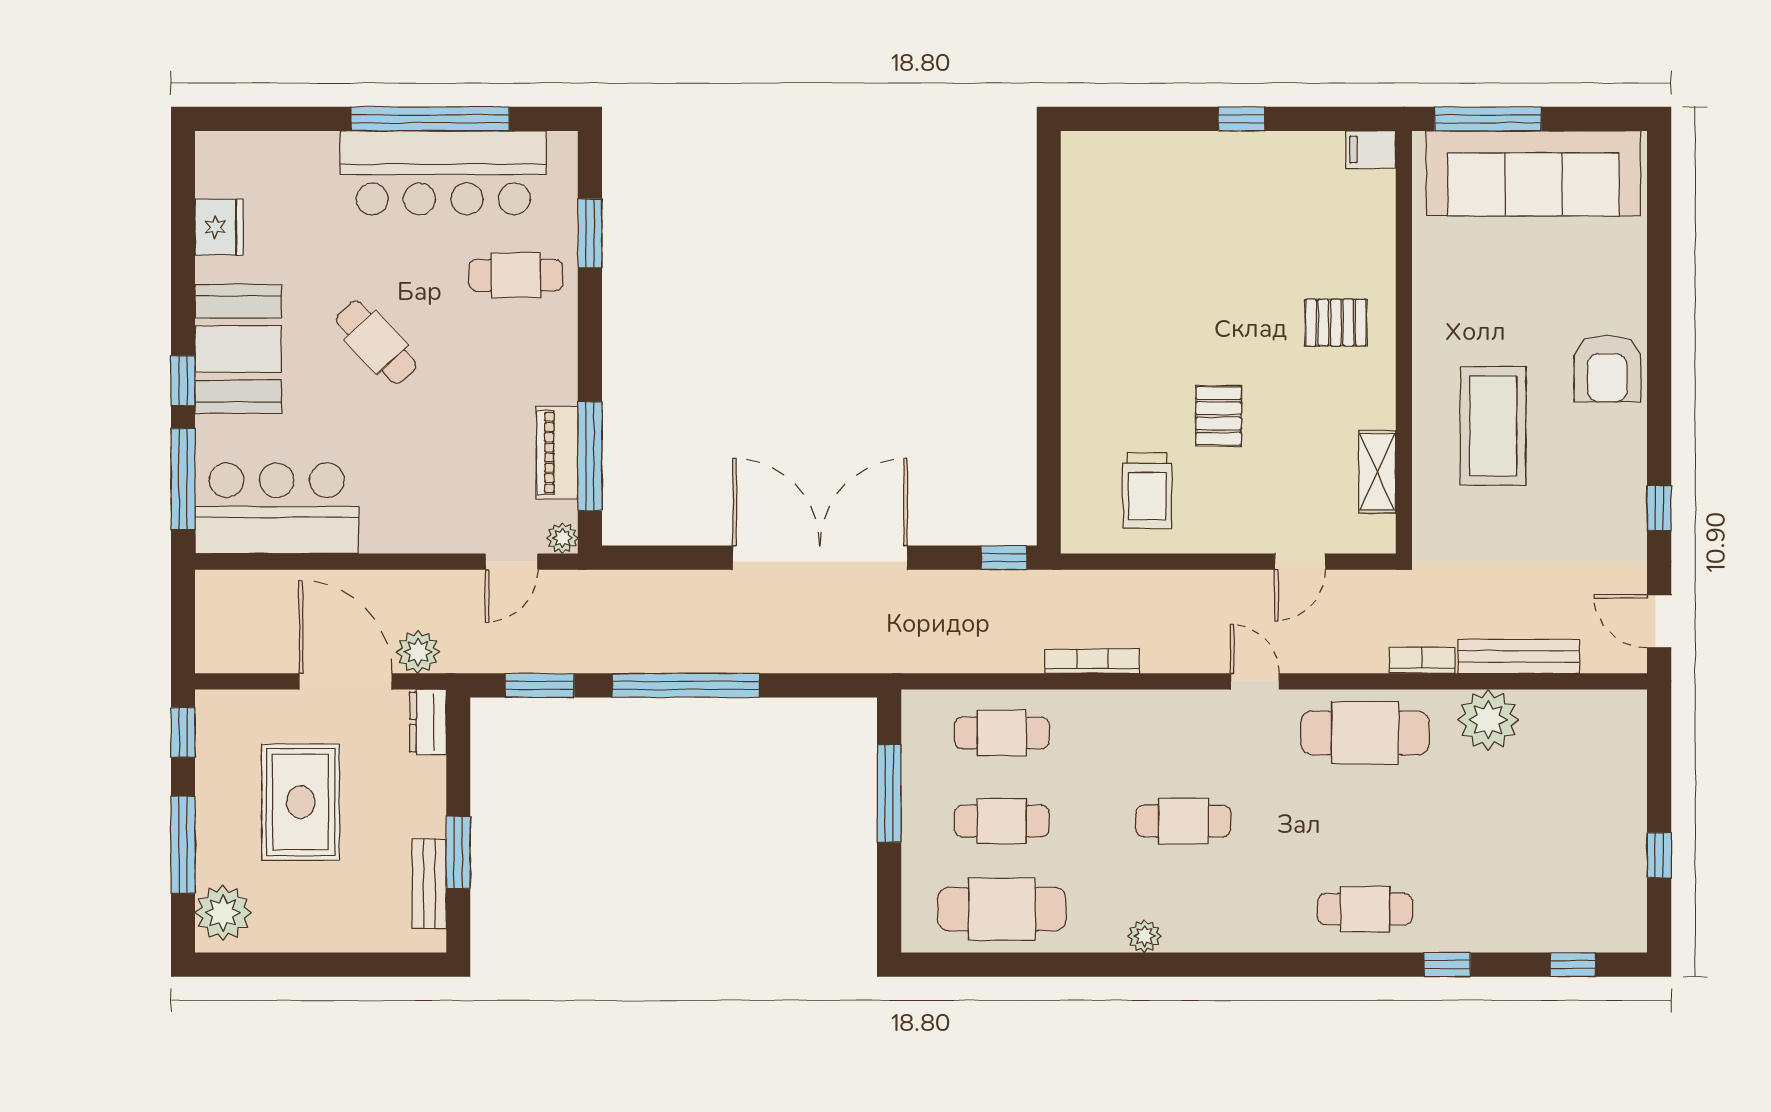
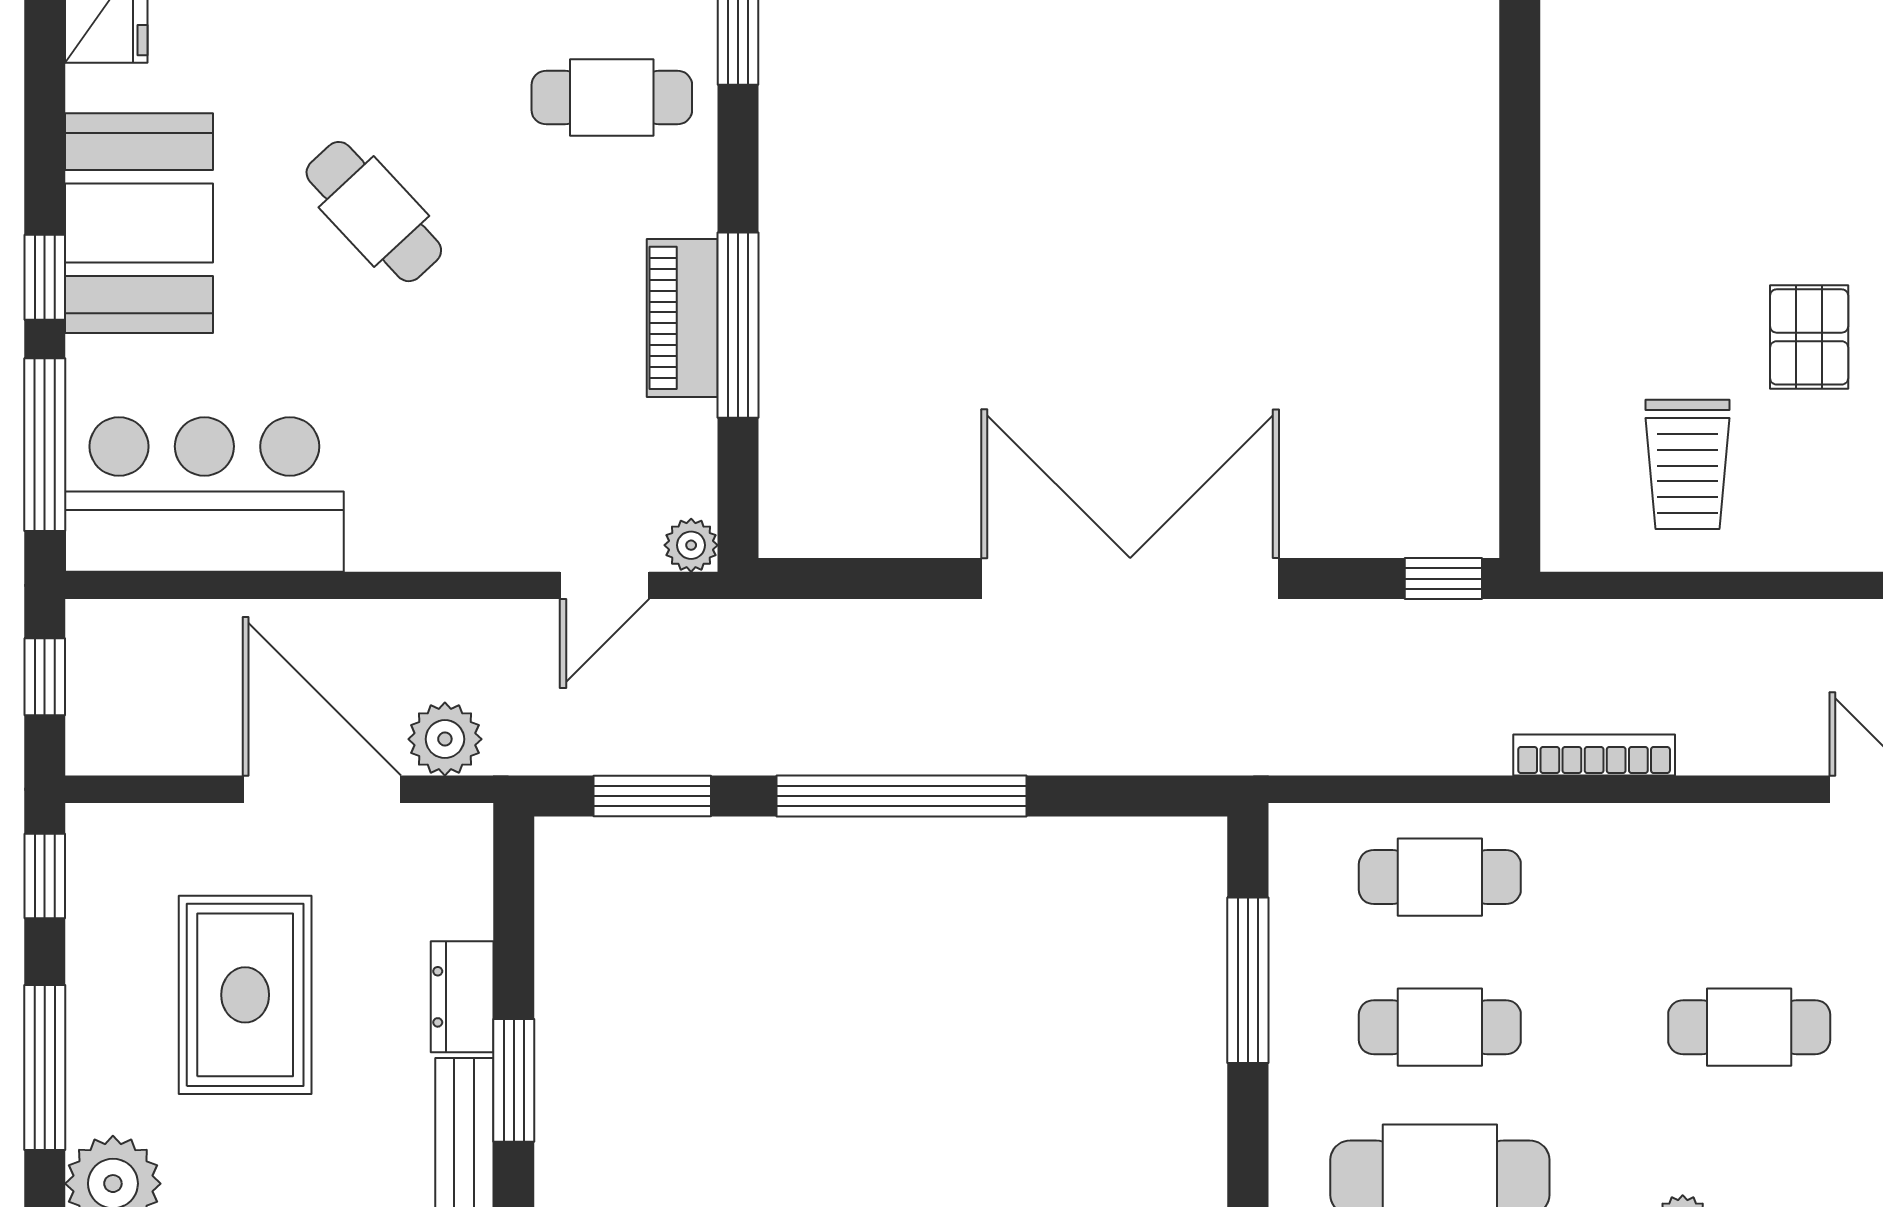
piano: (557, 453) -> (682, 318), moved
window: (590, 456) -> (738, 325), moved
window: (183, 615) -> (45, 677), added
dresser: (428, 722) -> (462, 997), moved

